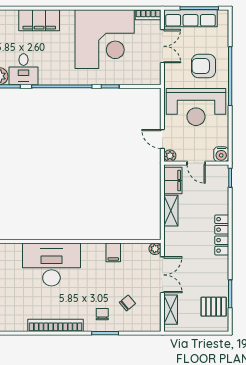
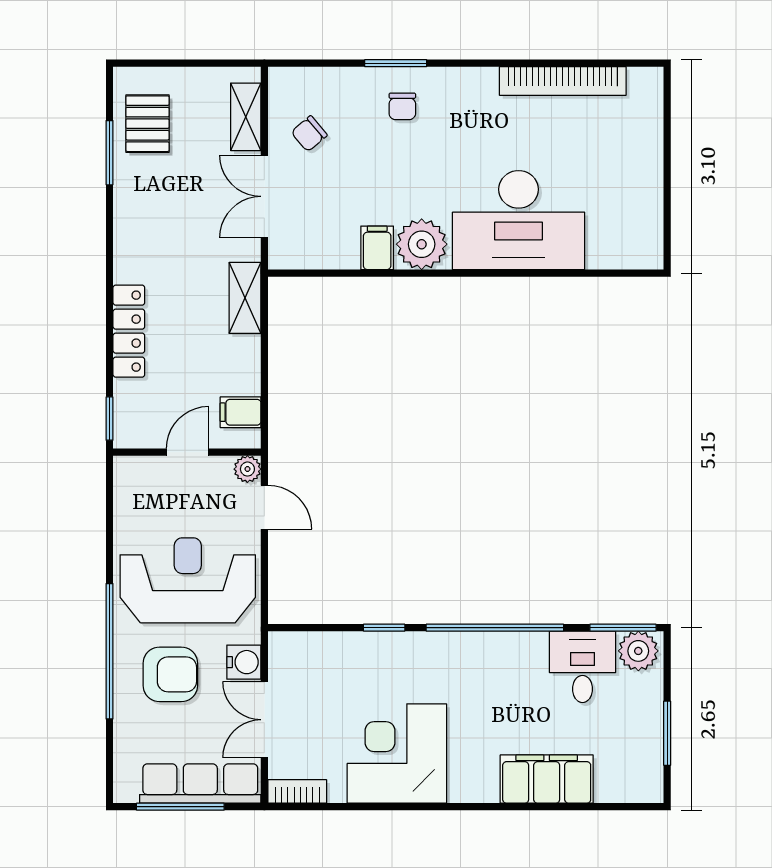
corner desk: (105, 39) -> (397, 754), width x0.74, depth x0.74
water cooler: (221, 154) -> (244, 662), moved, turned 90
door: (196, 163) -> (187, 452), hinge flipped
filing cabinet: (173, 181) -> (241, 412), width x0.50
shelving: (171, 211) -> (245, 298), moved
locker: (222, 235) -> (129, 331), moved
plant: (155, 249) -> (422, 244), moved, width x1.87, depth x1.87
chair: (127, 303) -> (309, 134), moved
pallet: (214, 307) -> (147, 124), turned 90
bookcase: (56, 325) -> (563, 81), moved

